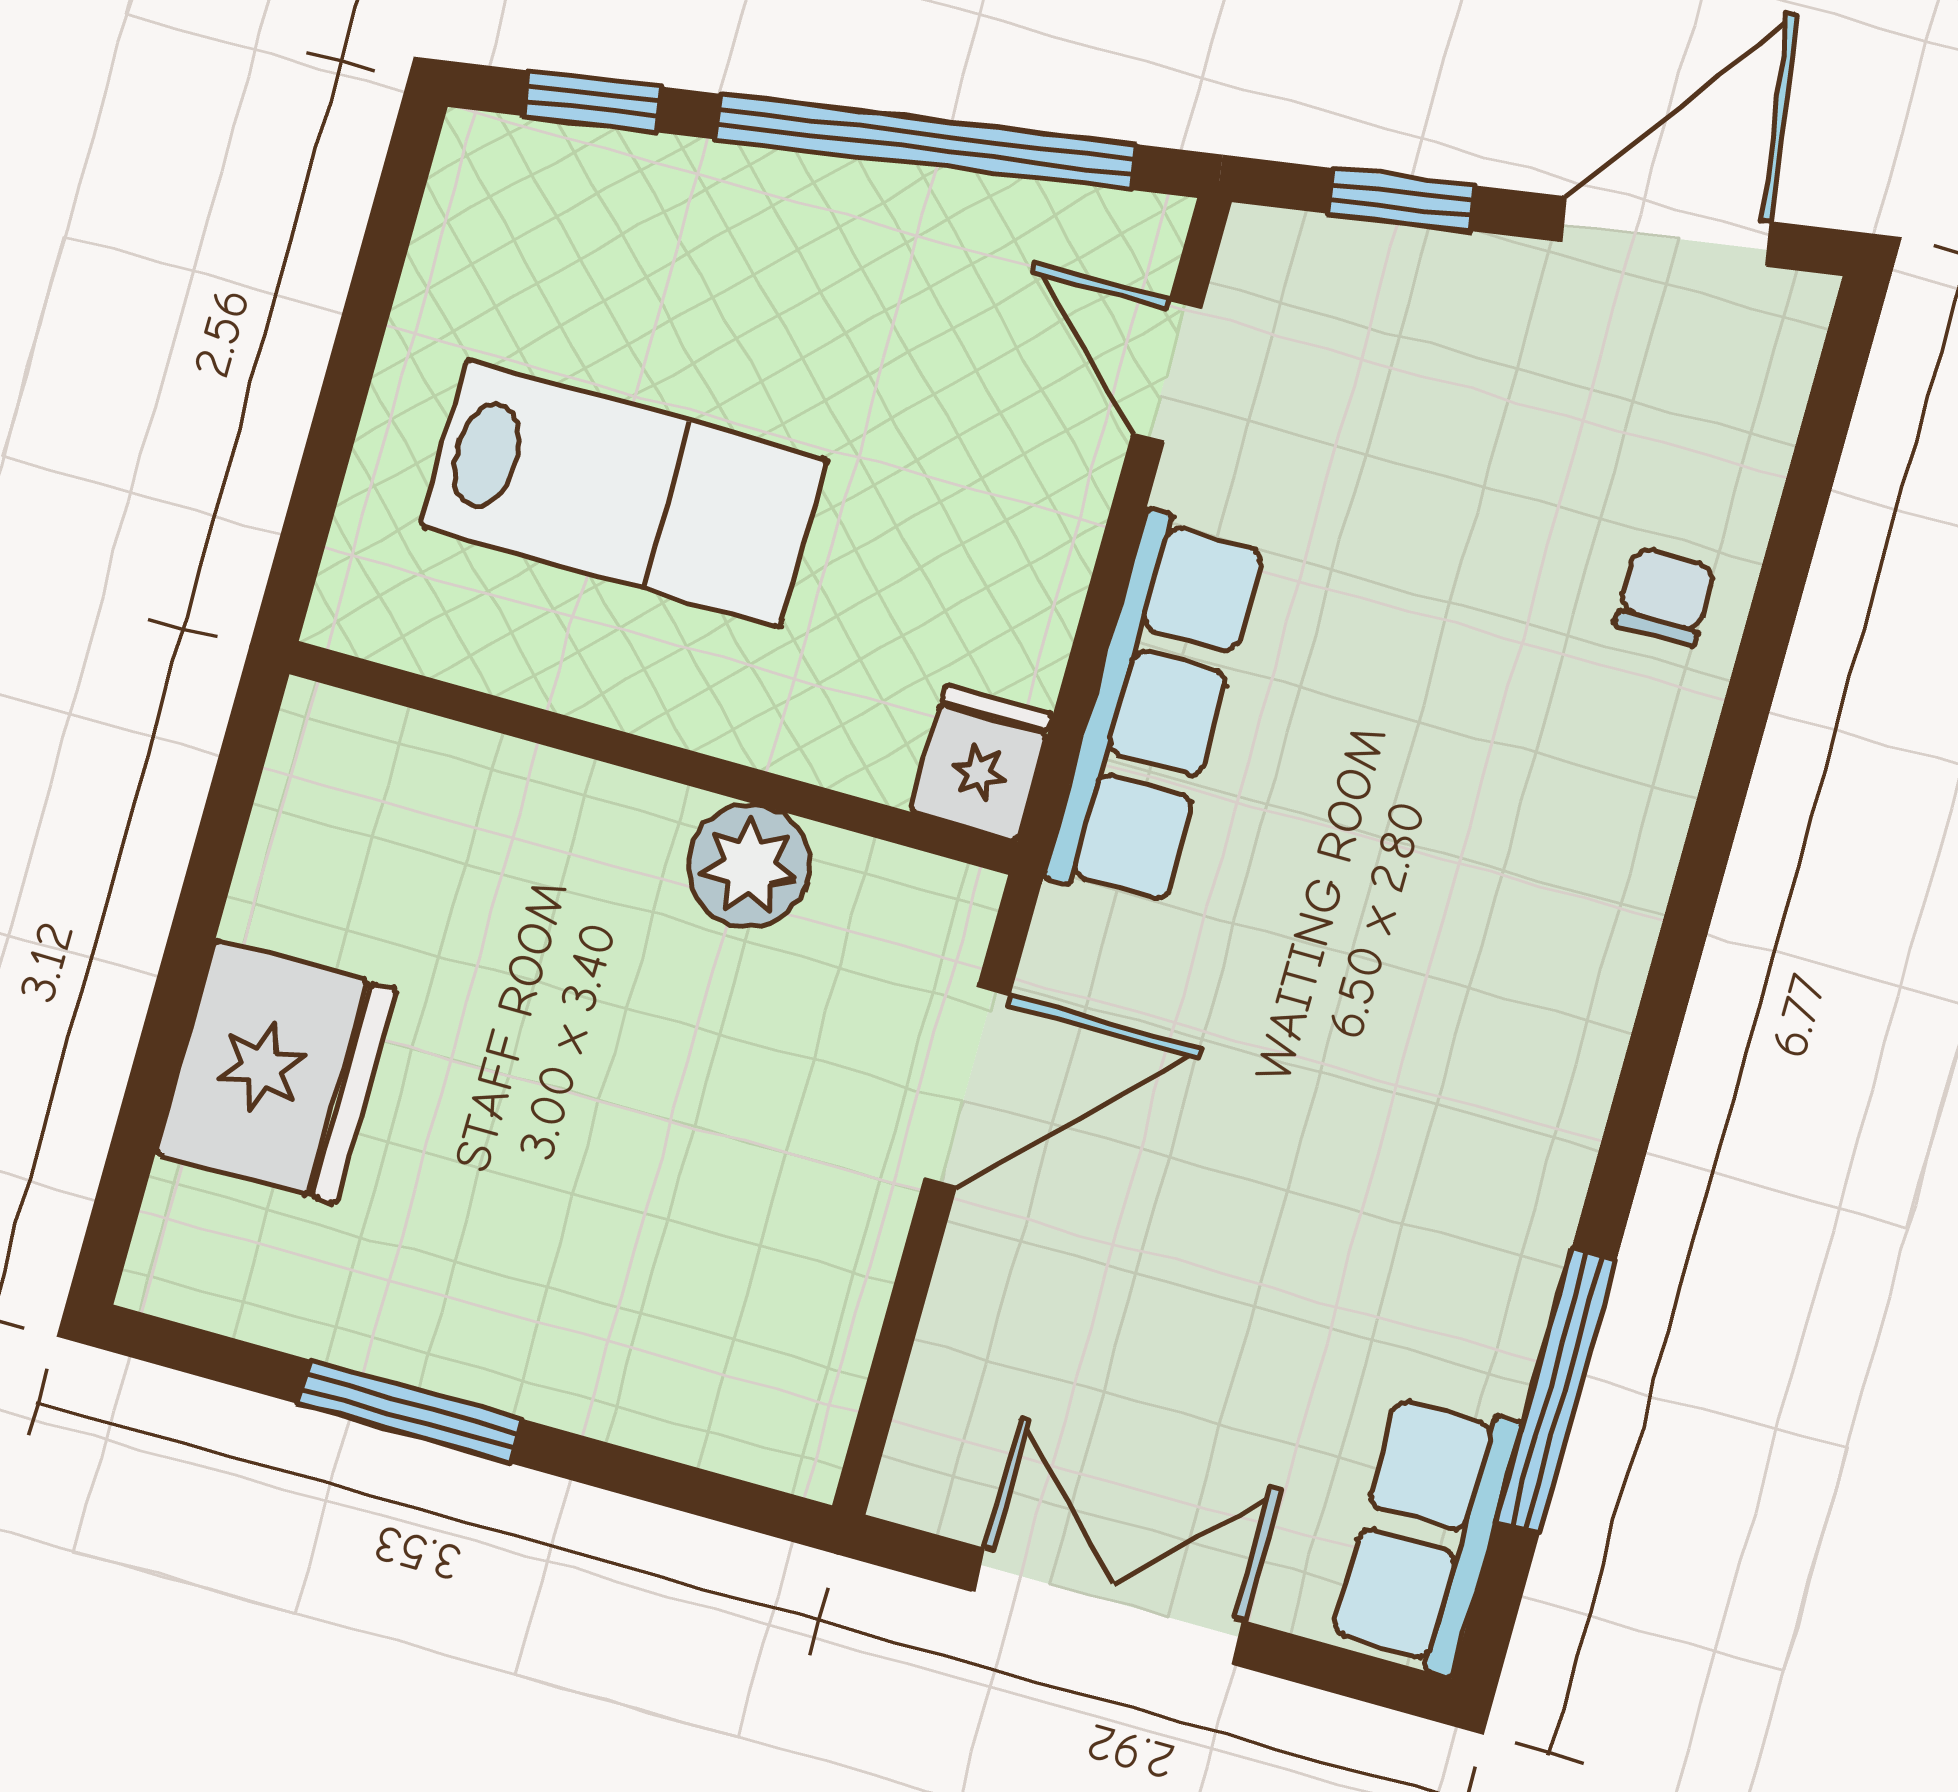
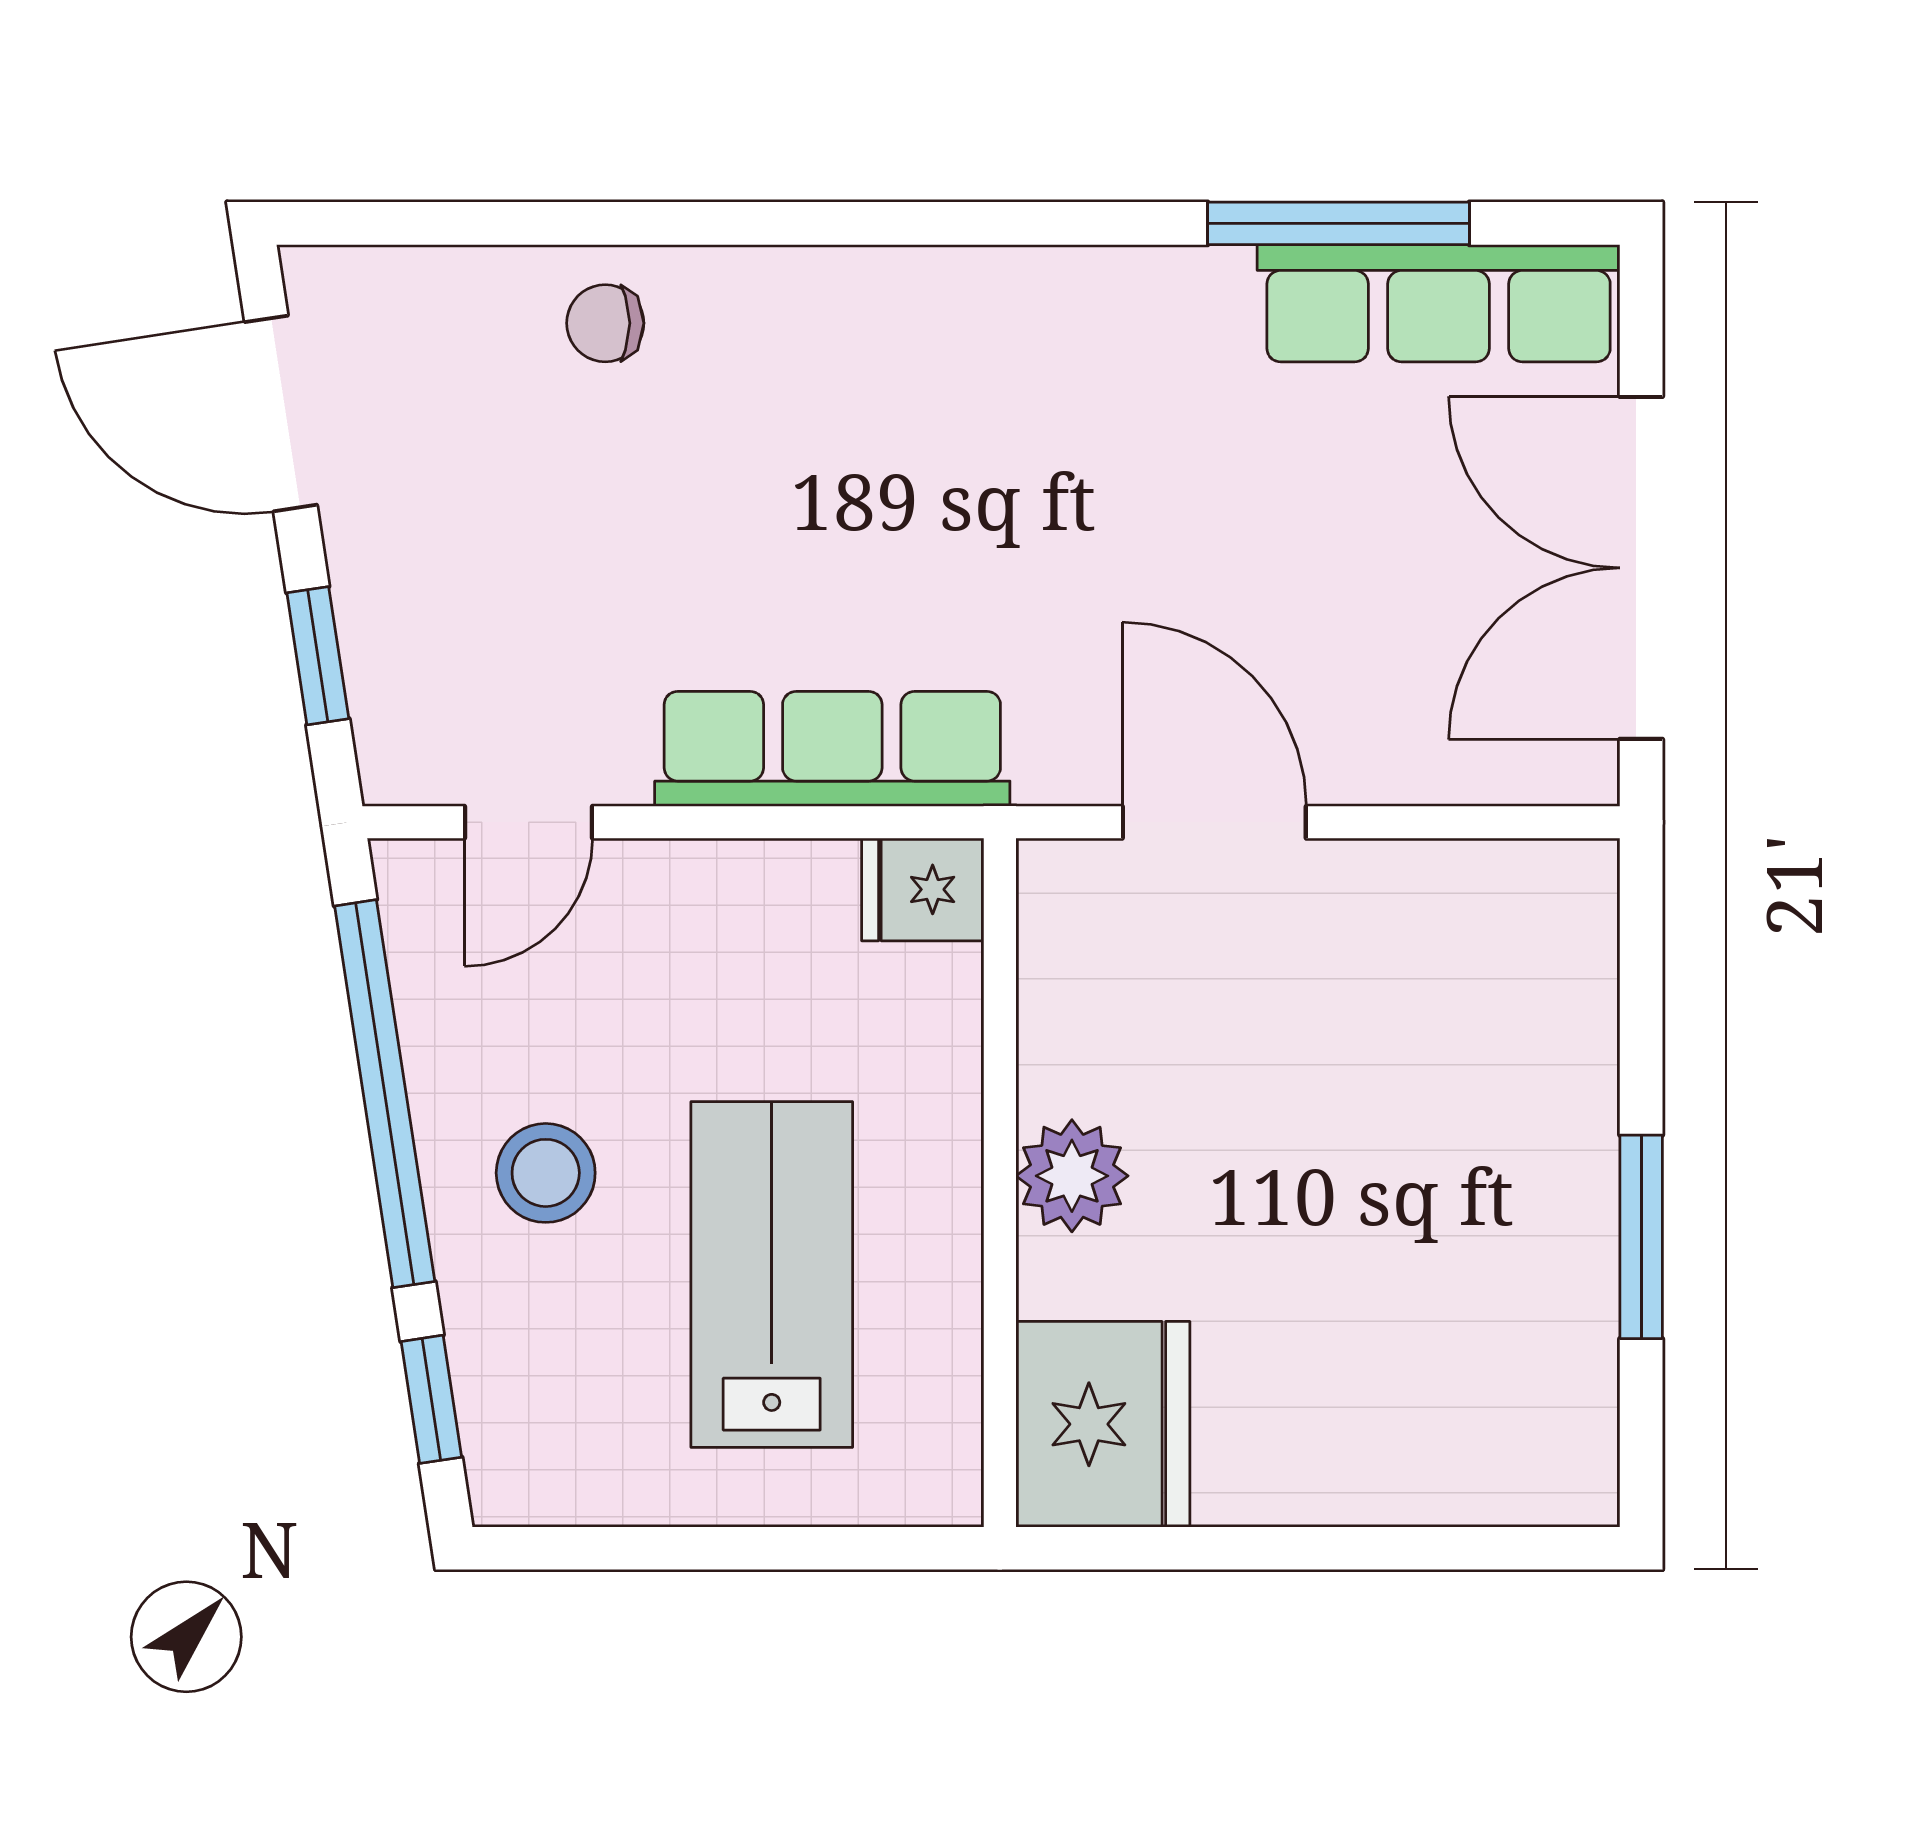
stool: (796, 287) -> (546, 1173), added
plant: (749, 866) -> (1072, 1176), moved
fridge: (276, 1071) -> (1103, 1424), moved, turned 90
row of seats: (1426, 1533) -> (1439, 303), width x1.48
double door: (1108, 1606) -> (1641, 568), width x1.37

